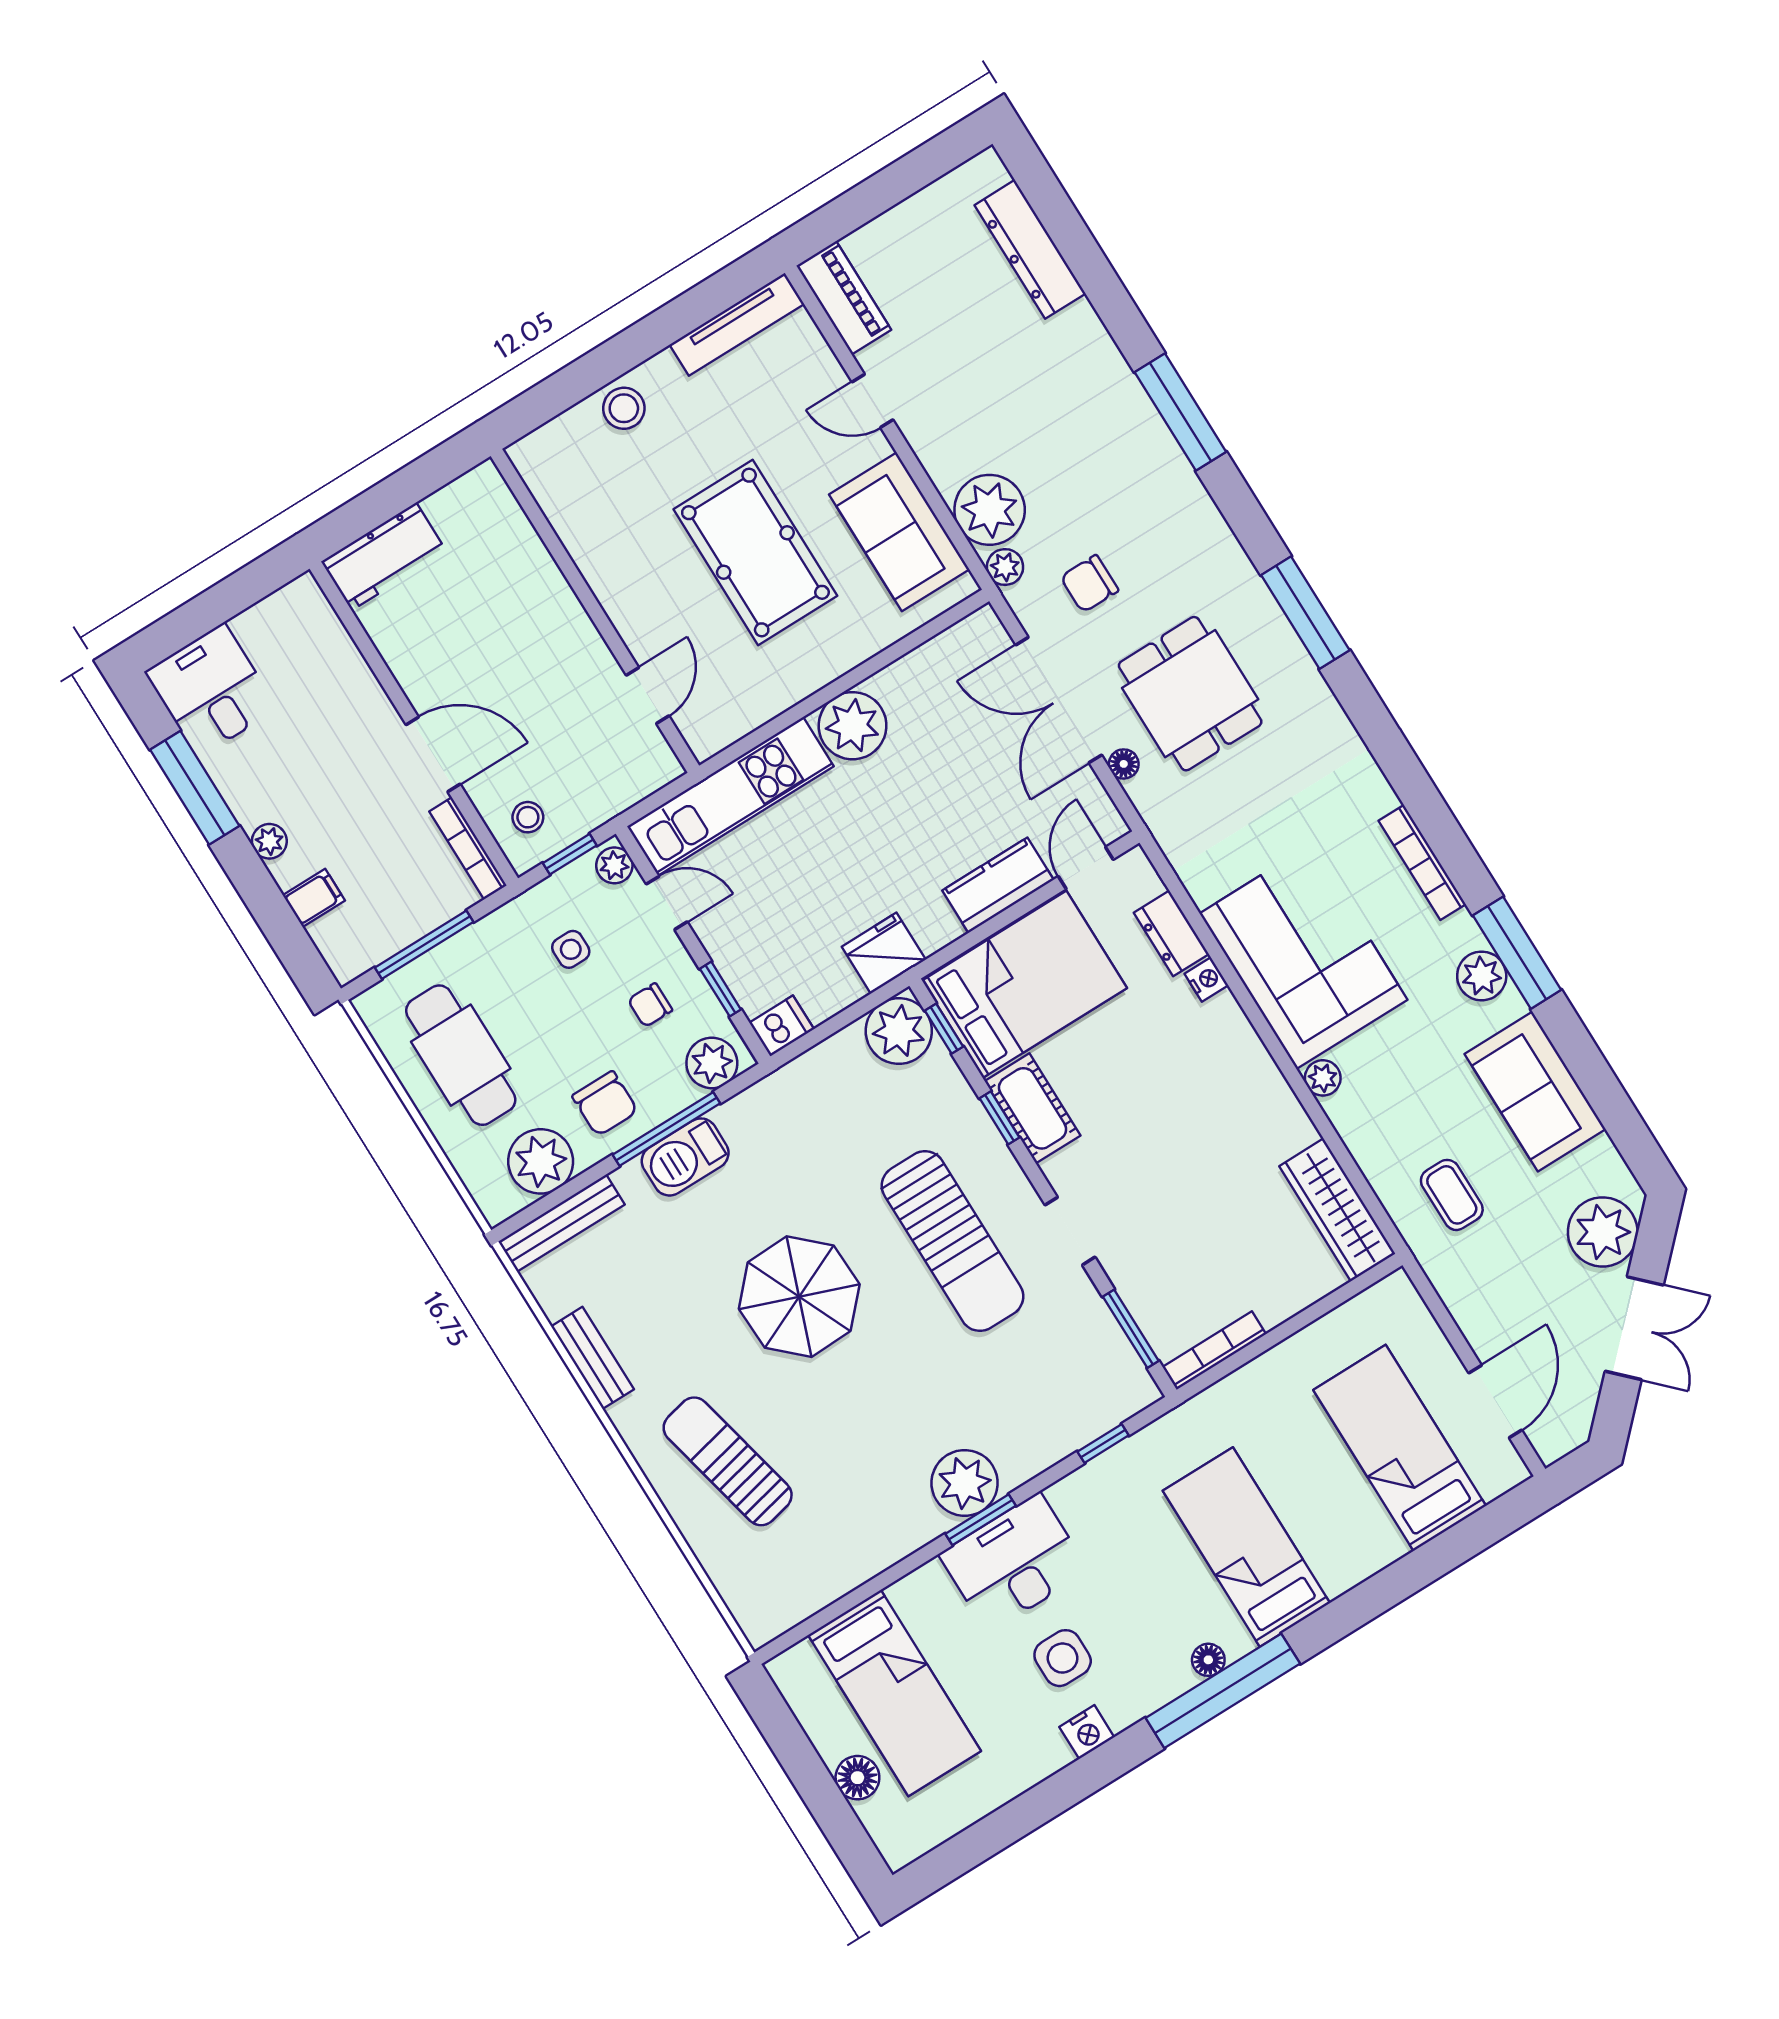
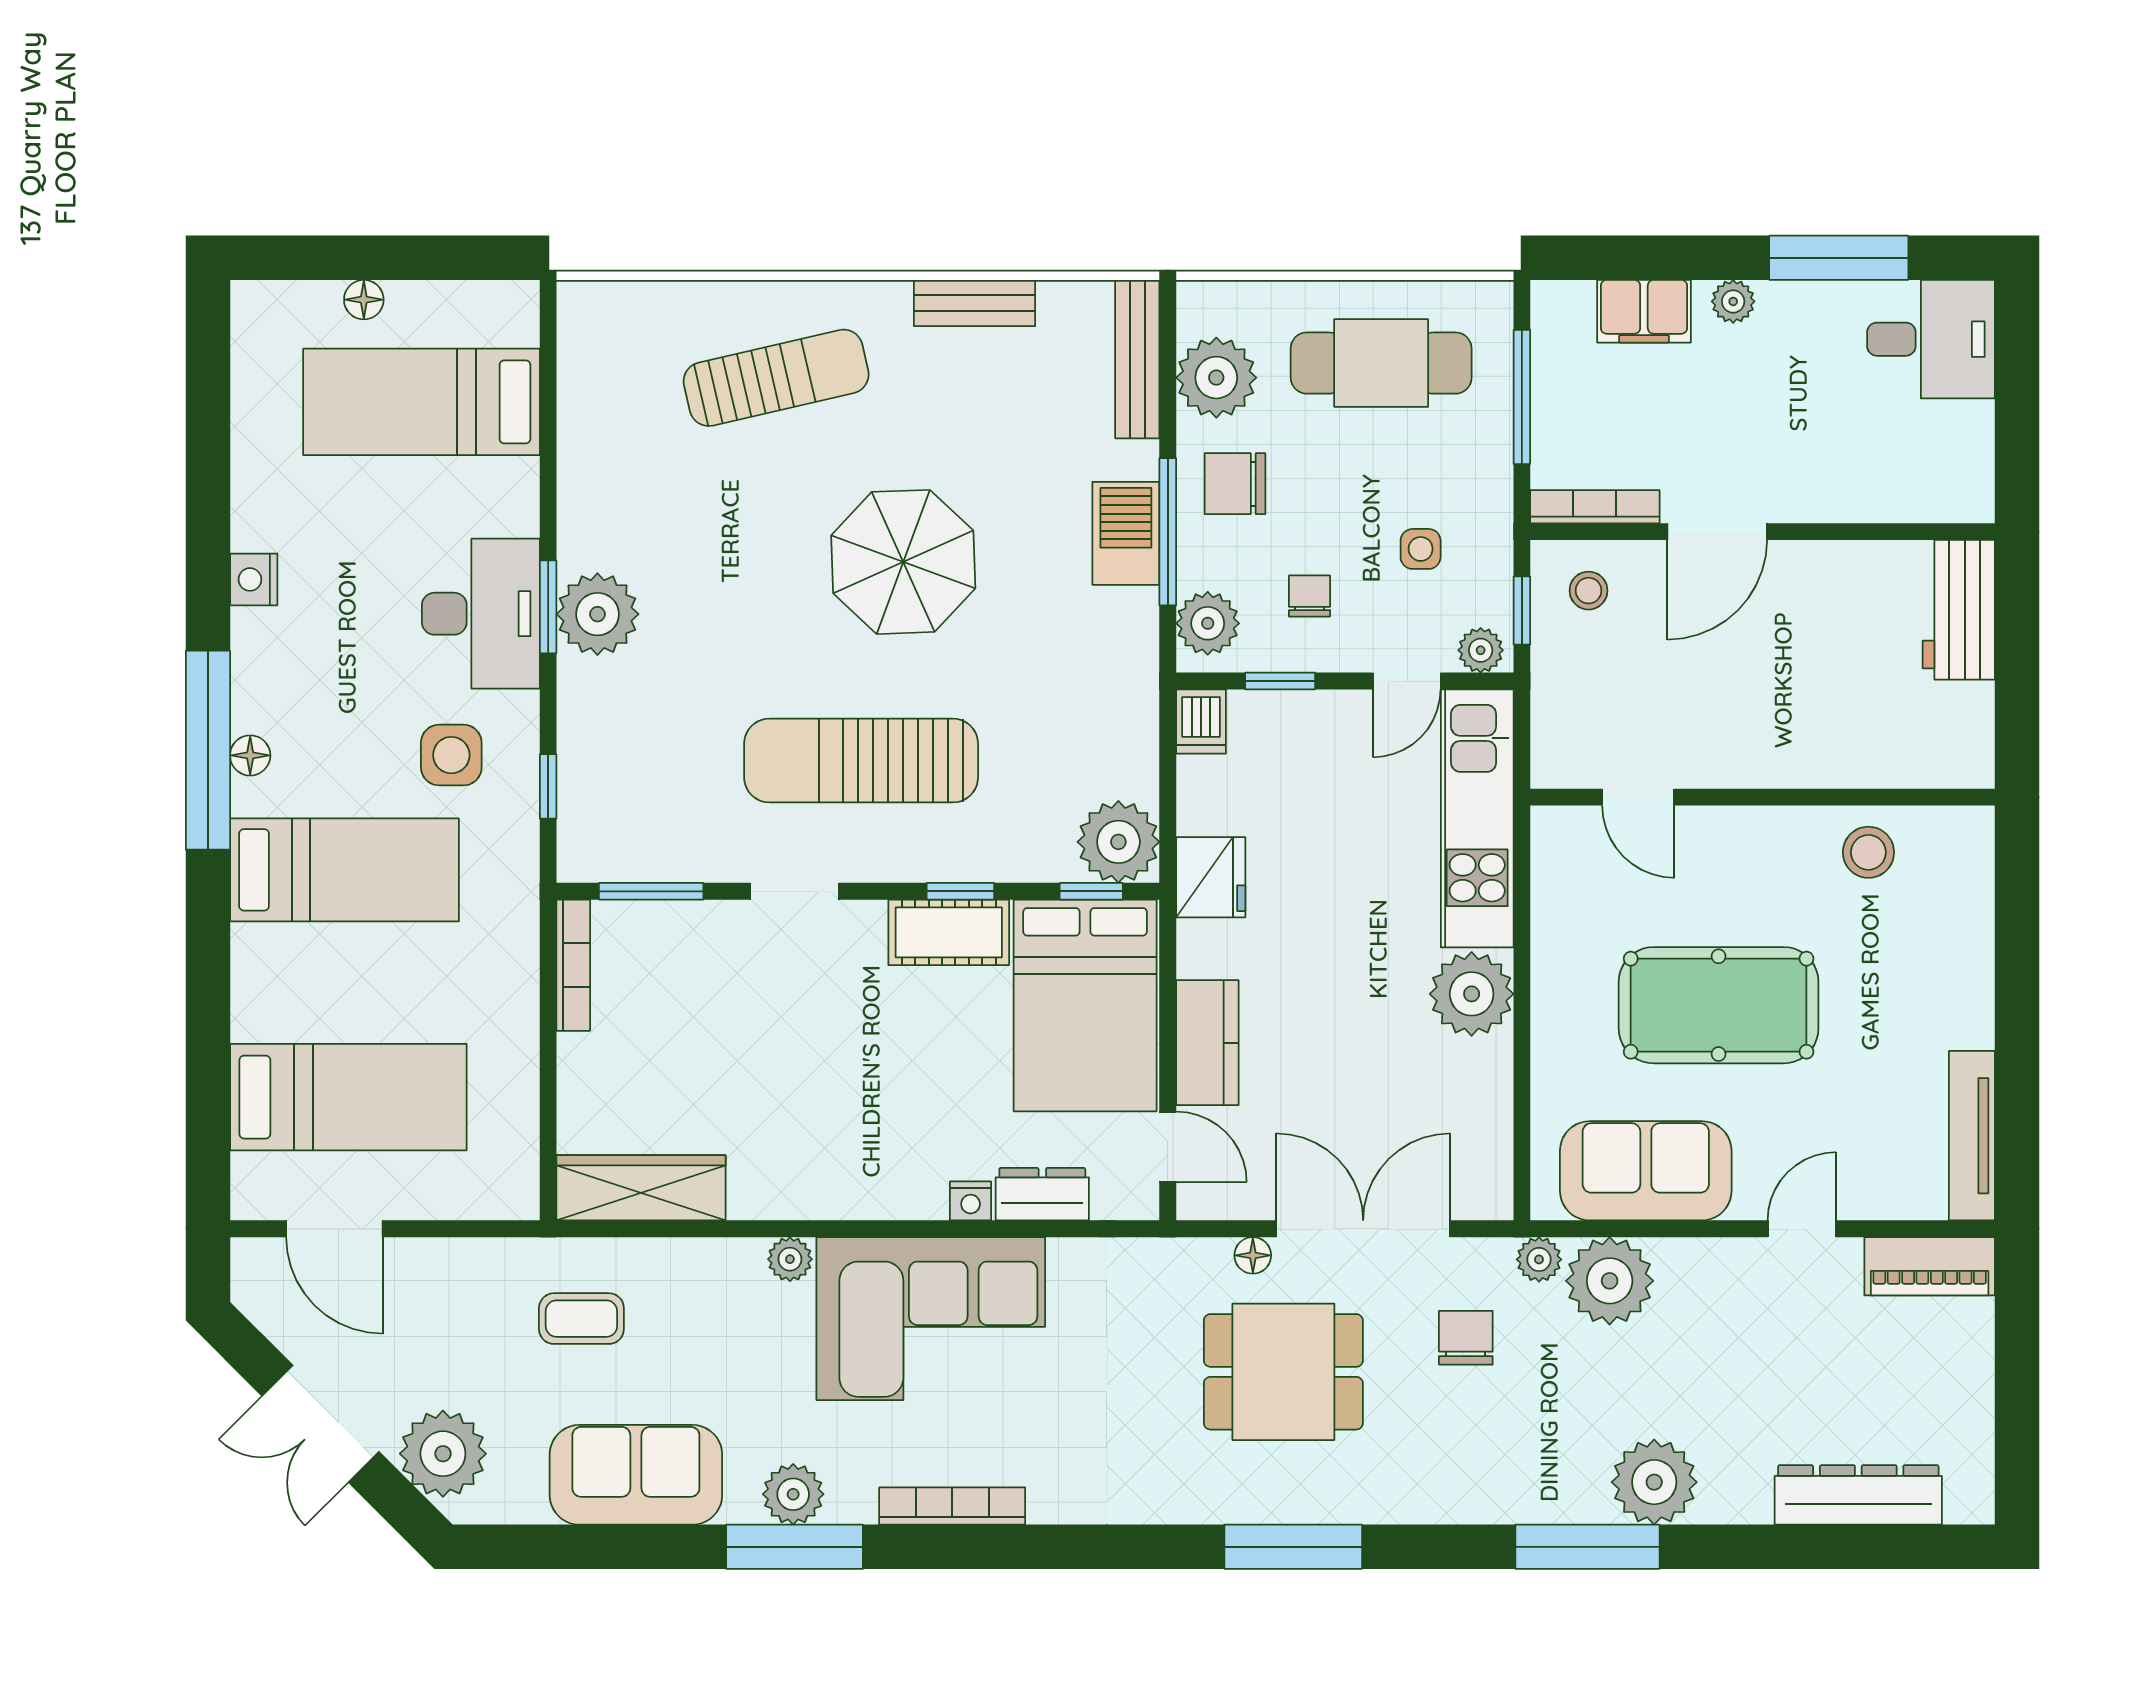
plant: (1108, 394) -> (1654, 1482), added
stool: (624, 408) -> (1868, 852), moved
filing cabinet: (314, 898) -> (1644, 311), width x2.00
side table: (1063, 1658) -> (451, 755), moved
floor lamp: (857, 1778) -> (364, 300), width x0.73, depth x0.73

